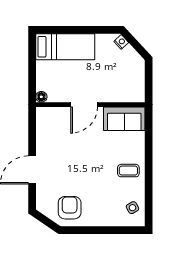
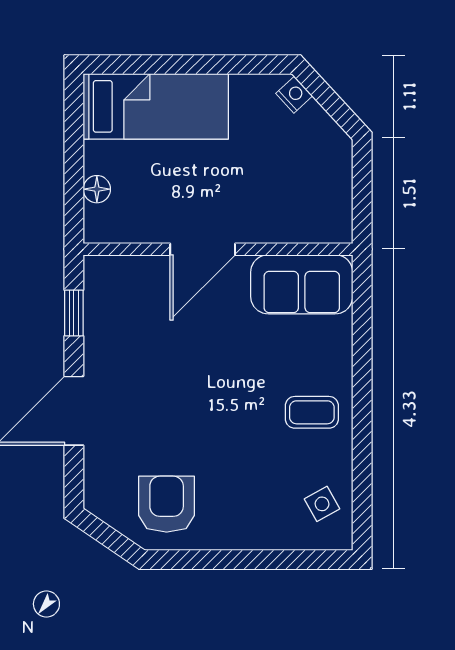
floor lamp: (41, 97) -> (97, 189), moved
window: (32, 130) -> (74, 313), added

